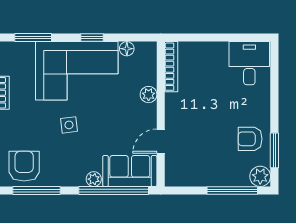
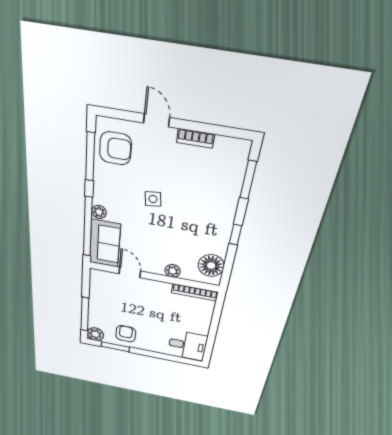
floor lamp: (127, 49) -> (211, 266), width x1.89, depth x1.89
corner sofa: (77, 71) -> (205, 215), removed

